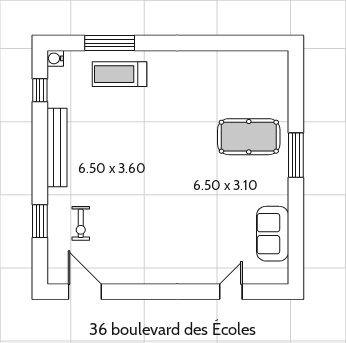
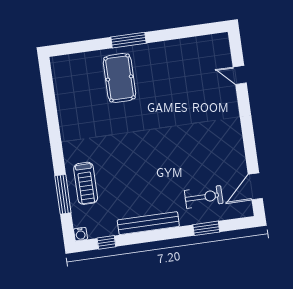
exercise bike: (81, 223) -> (204, 197), width x1.38, depth x1.39
sofa: (273, 234) -> (191, 49), removed

